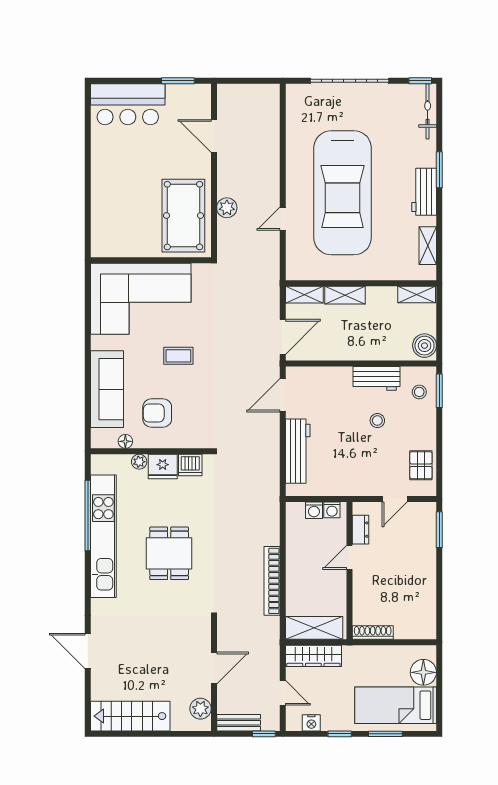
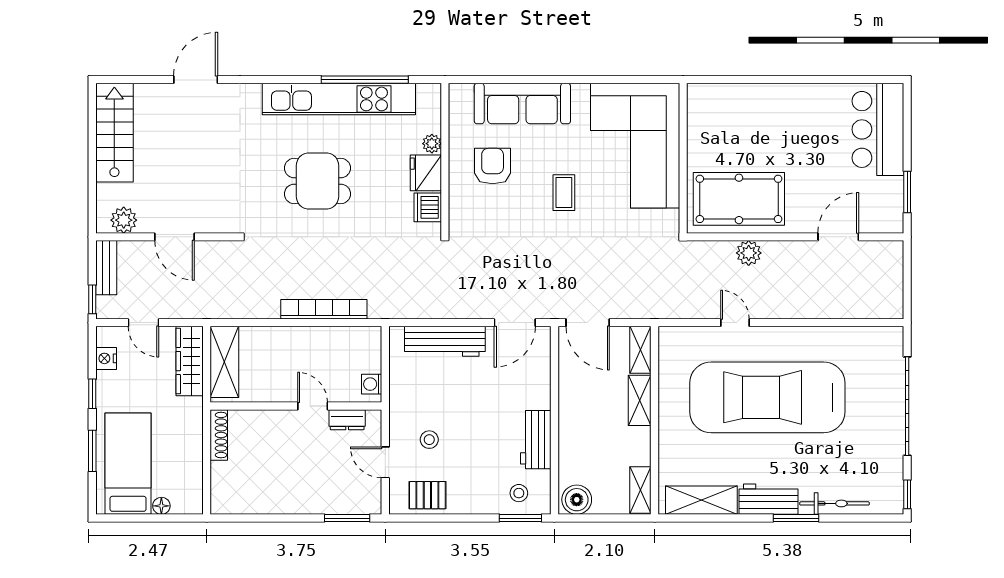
bicycle: (428, 111) -> (834, 503), moved
shelving: (428, 246) -> (701, 500), width x1.50, depth x1.33
door: (283, 395) -> (515, 323), swing flipped
stool: (377, 421) -> (429, 440), moved
floor lamp: (125, 441) -> (457, 126), removed
washing machine: (314, 510) -> (371, 362), removed
bookcase: (272, 581) -> (324, 309), moved
floor lamp: (423, 672) -> (161, 506), width x0.53, depth x0.53
door: (283, 693) -> (143, 323), hinge flipped

